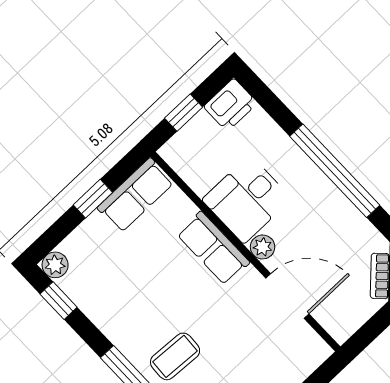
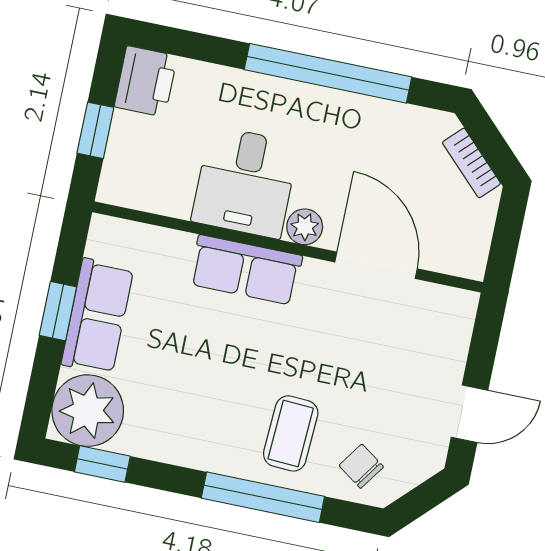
row of seats: (136, 195) -> (97, 316), moved
plant: (55, 265) -> (88, 411), width x1.88, depth x1.88
door: (287, 296) -> (376, 265), hinge flipped

